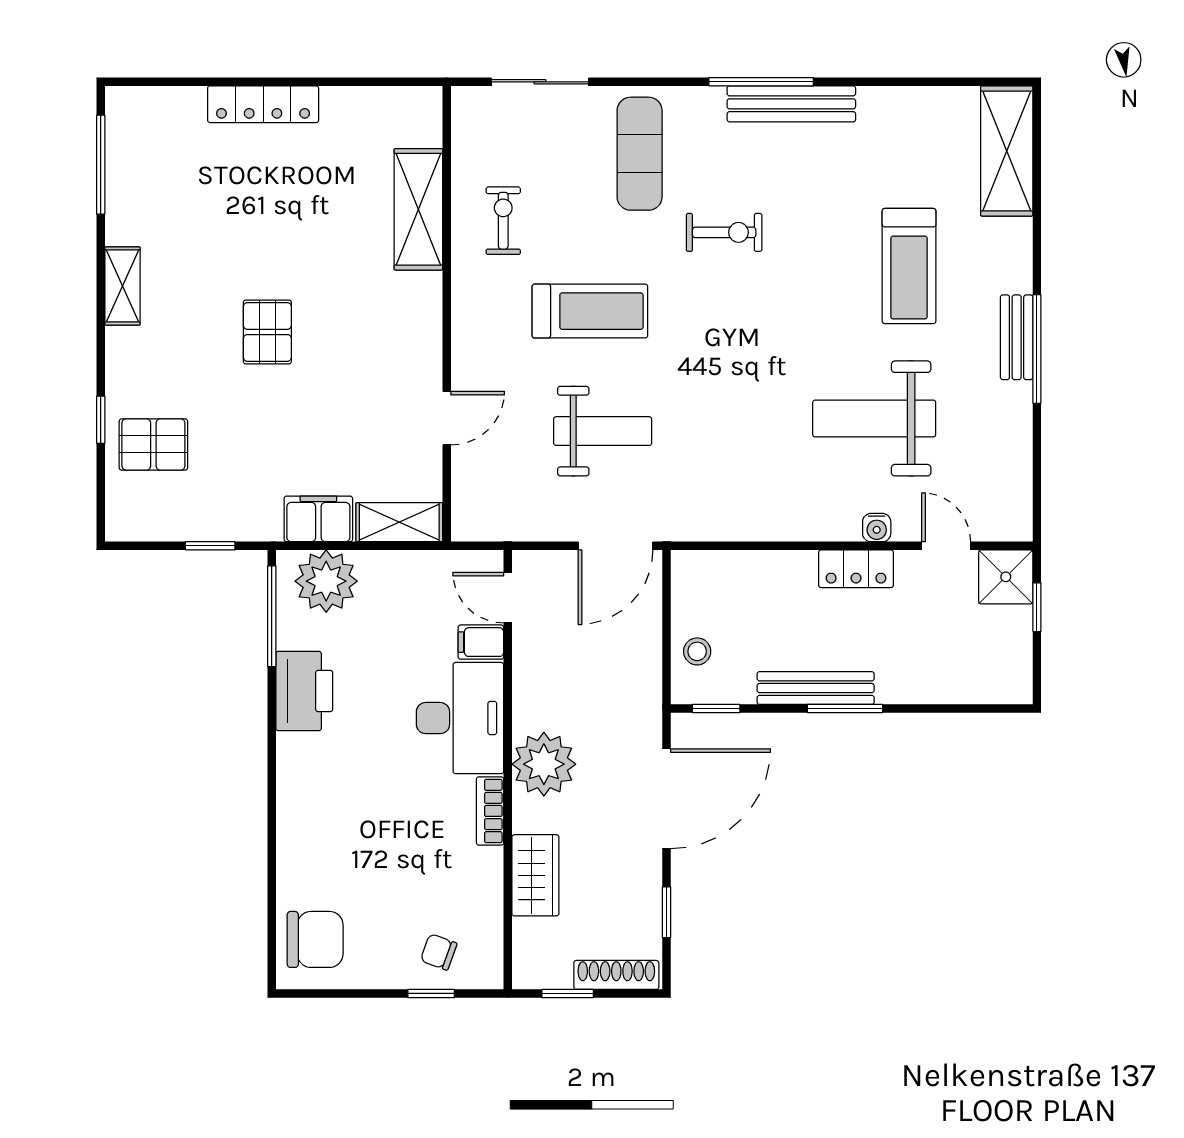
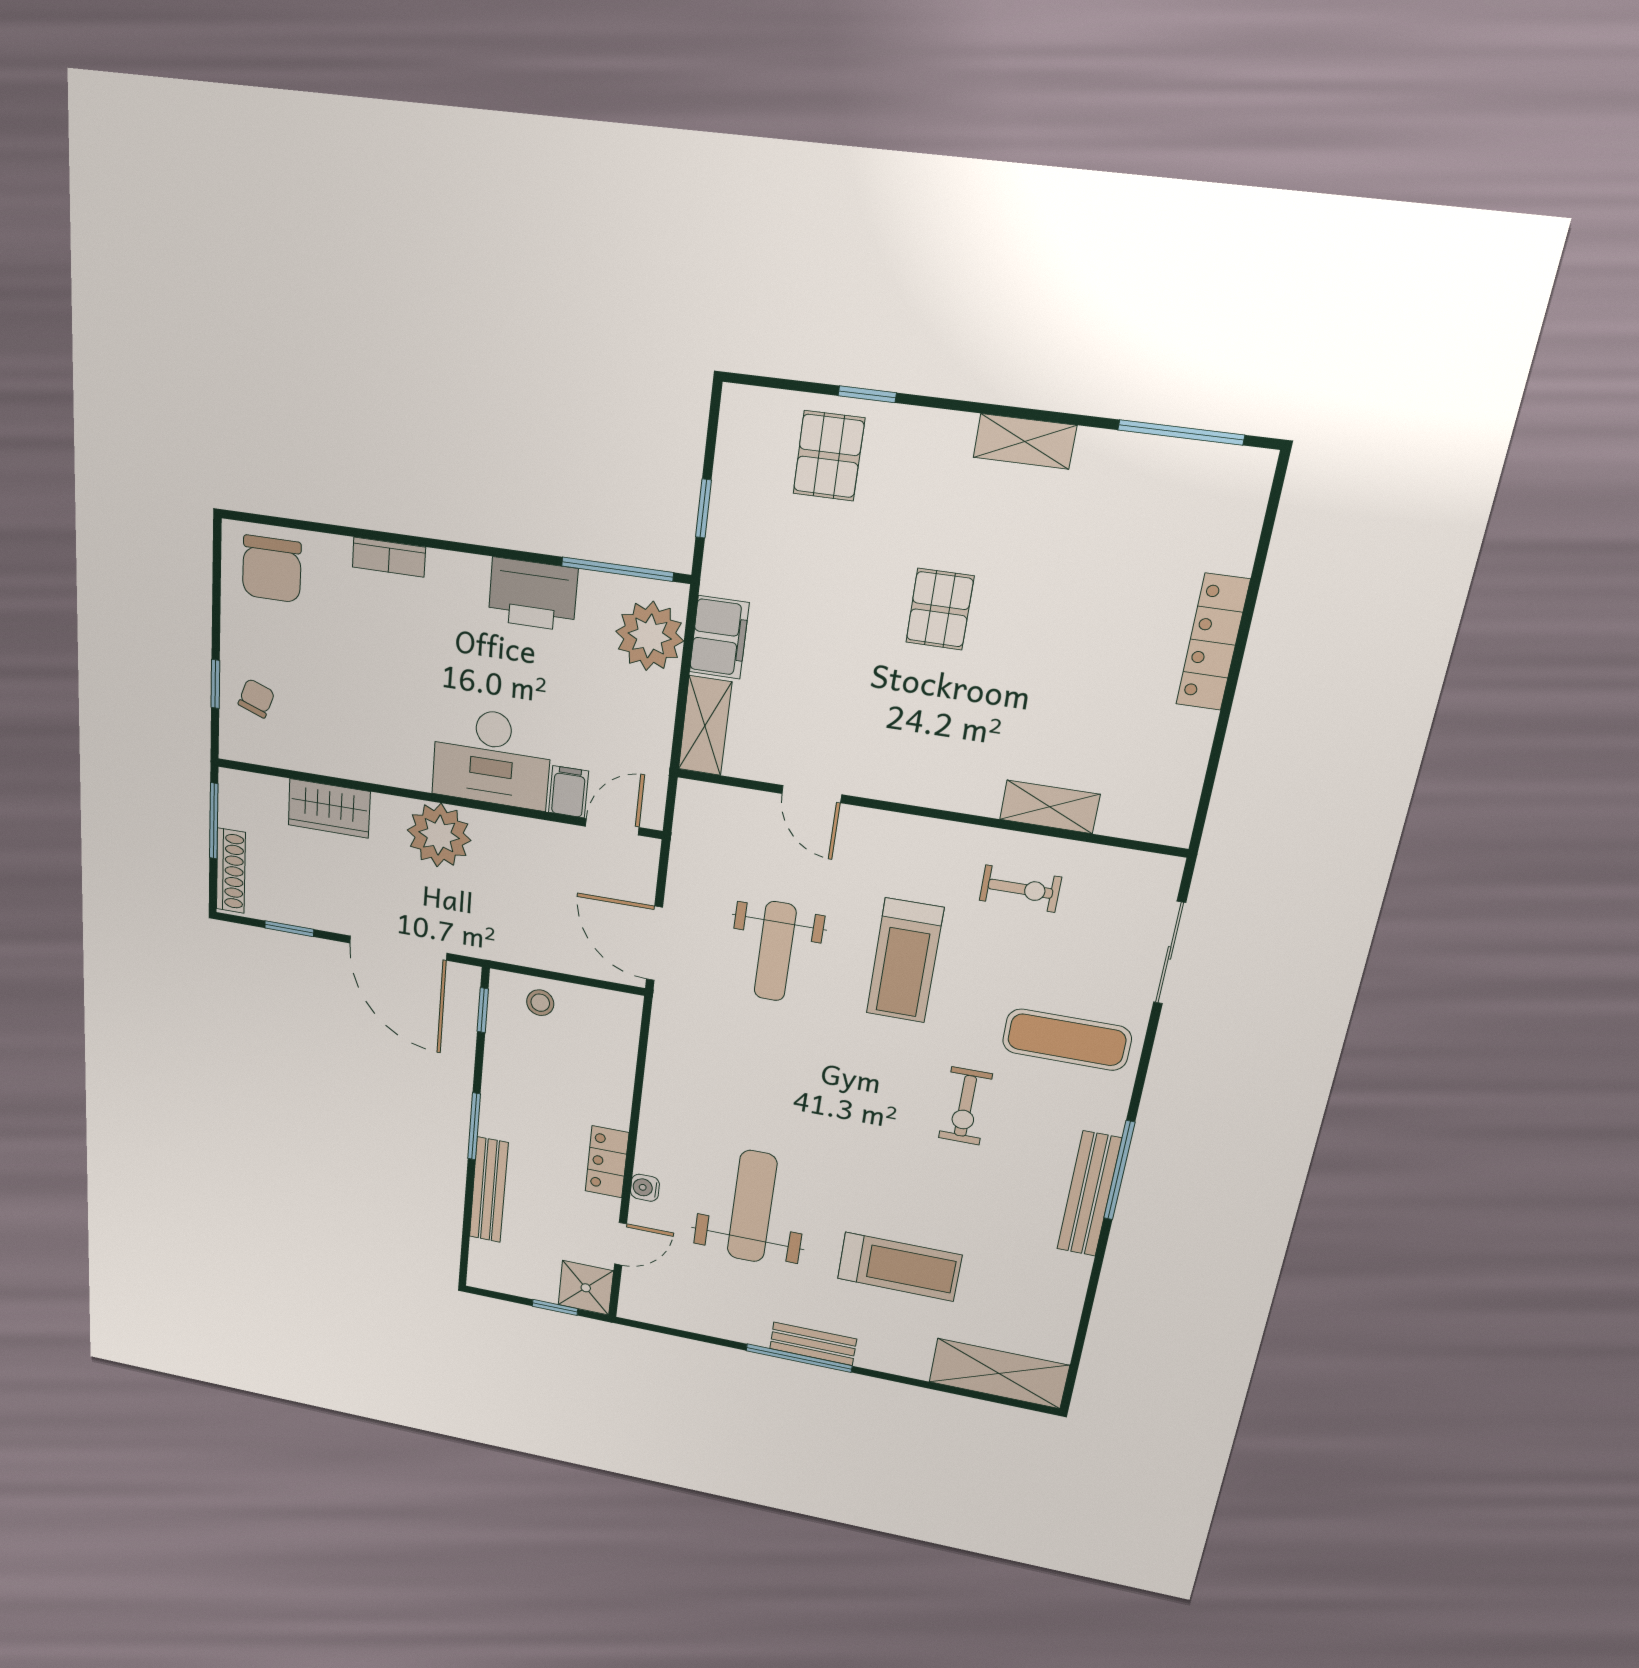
shelving: (418, 209) -> (1050, 807), width x0.67, depth x0.75
treadmill: (909, 266) -> (899, 1267), turned 180
pallet: (267, 332) -> (940, 609), turned 90
bench: (816, 688) -> (489, 1190), moved
bookcase: (490, 811) -> (389, 557), moved, turned 180
window: (568, 993) -> (214, 821), width x1.50

